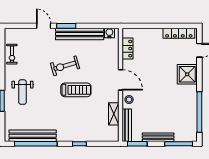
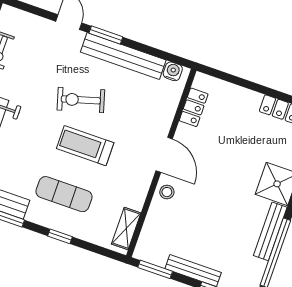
treadmill: (76, 90) -> (85, 146), turned 180
shelving: (114, 114) -> (126, 228), moved
exercise mat: (74, 120) -> (64, 194), added
bench: (127, 125) -> (270, 231), moved

